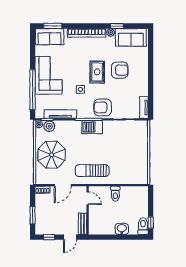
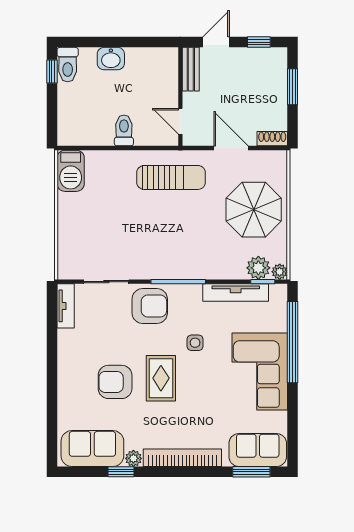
barbecue: (92, 127) -> (71, 171), moved, turned 90
door: (63, 185) -> (231, 148), hinge flipped

